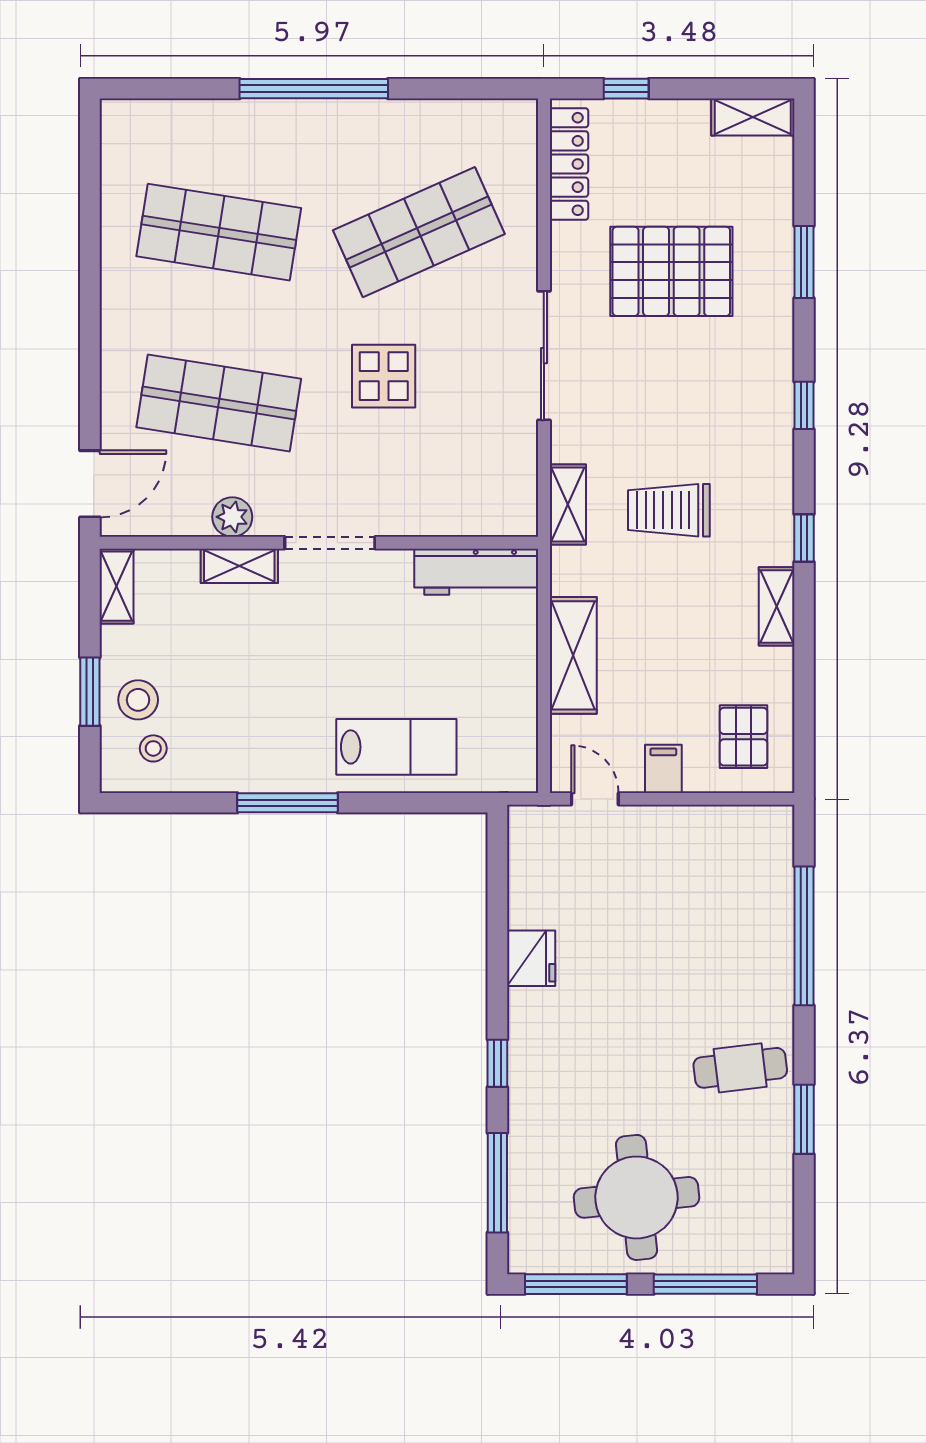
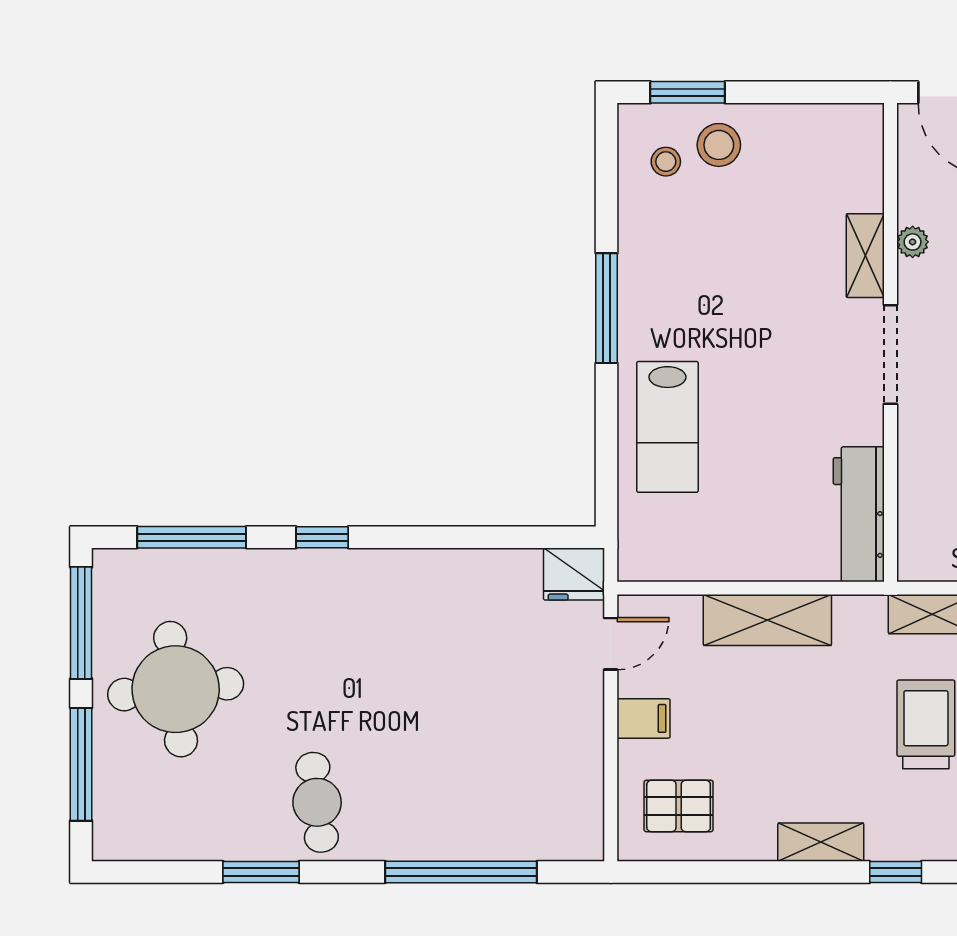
plant: (232, 517) -> (913, 242), width x0.73, depth x0.73
shelving: (116, 586) -> (843, 121), removed
window: (90, 692) -> (688, 92), moved
fridge: (531, 958) -> (574, 574), moved

